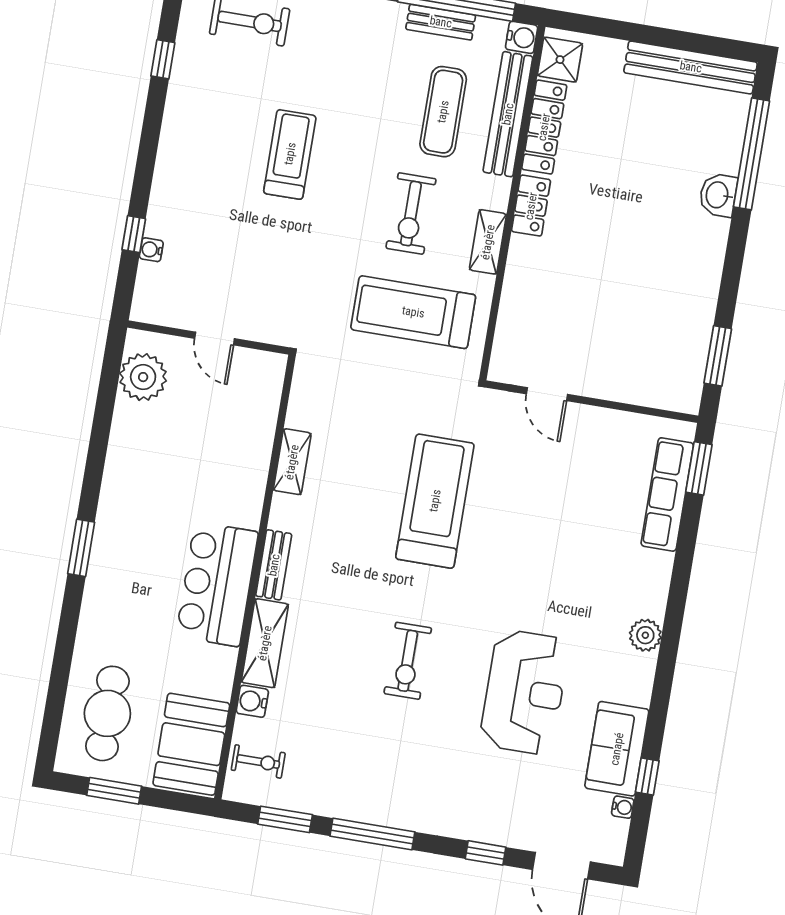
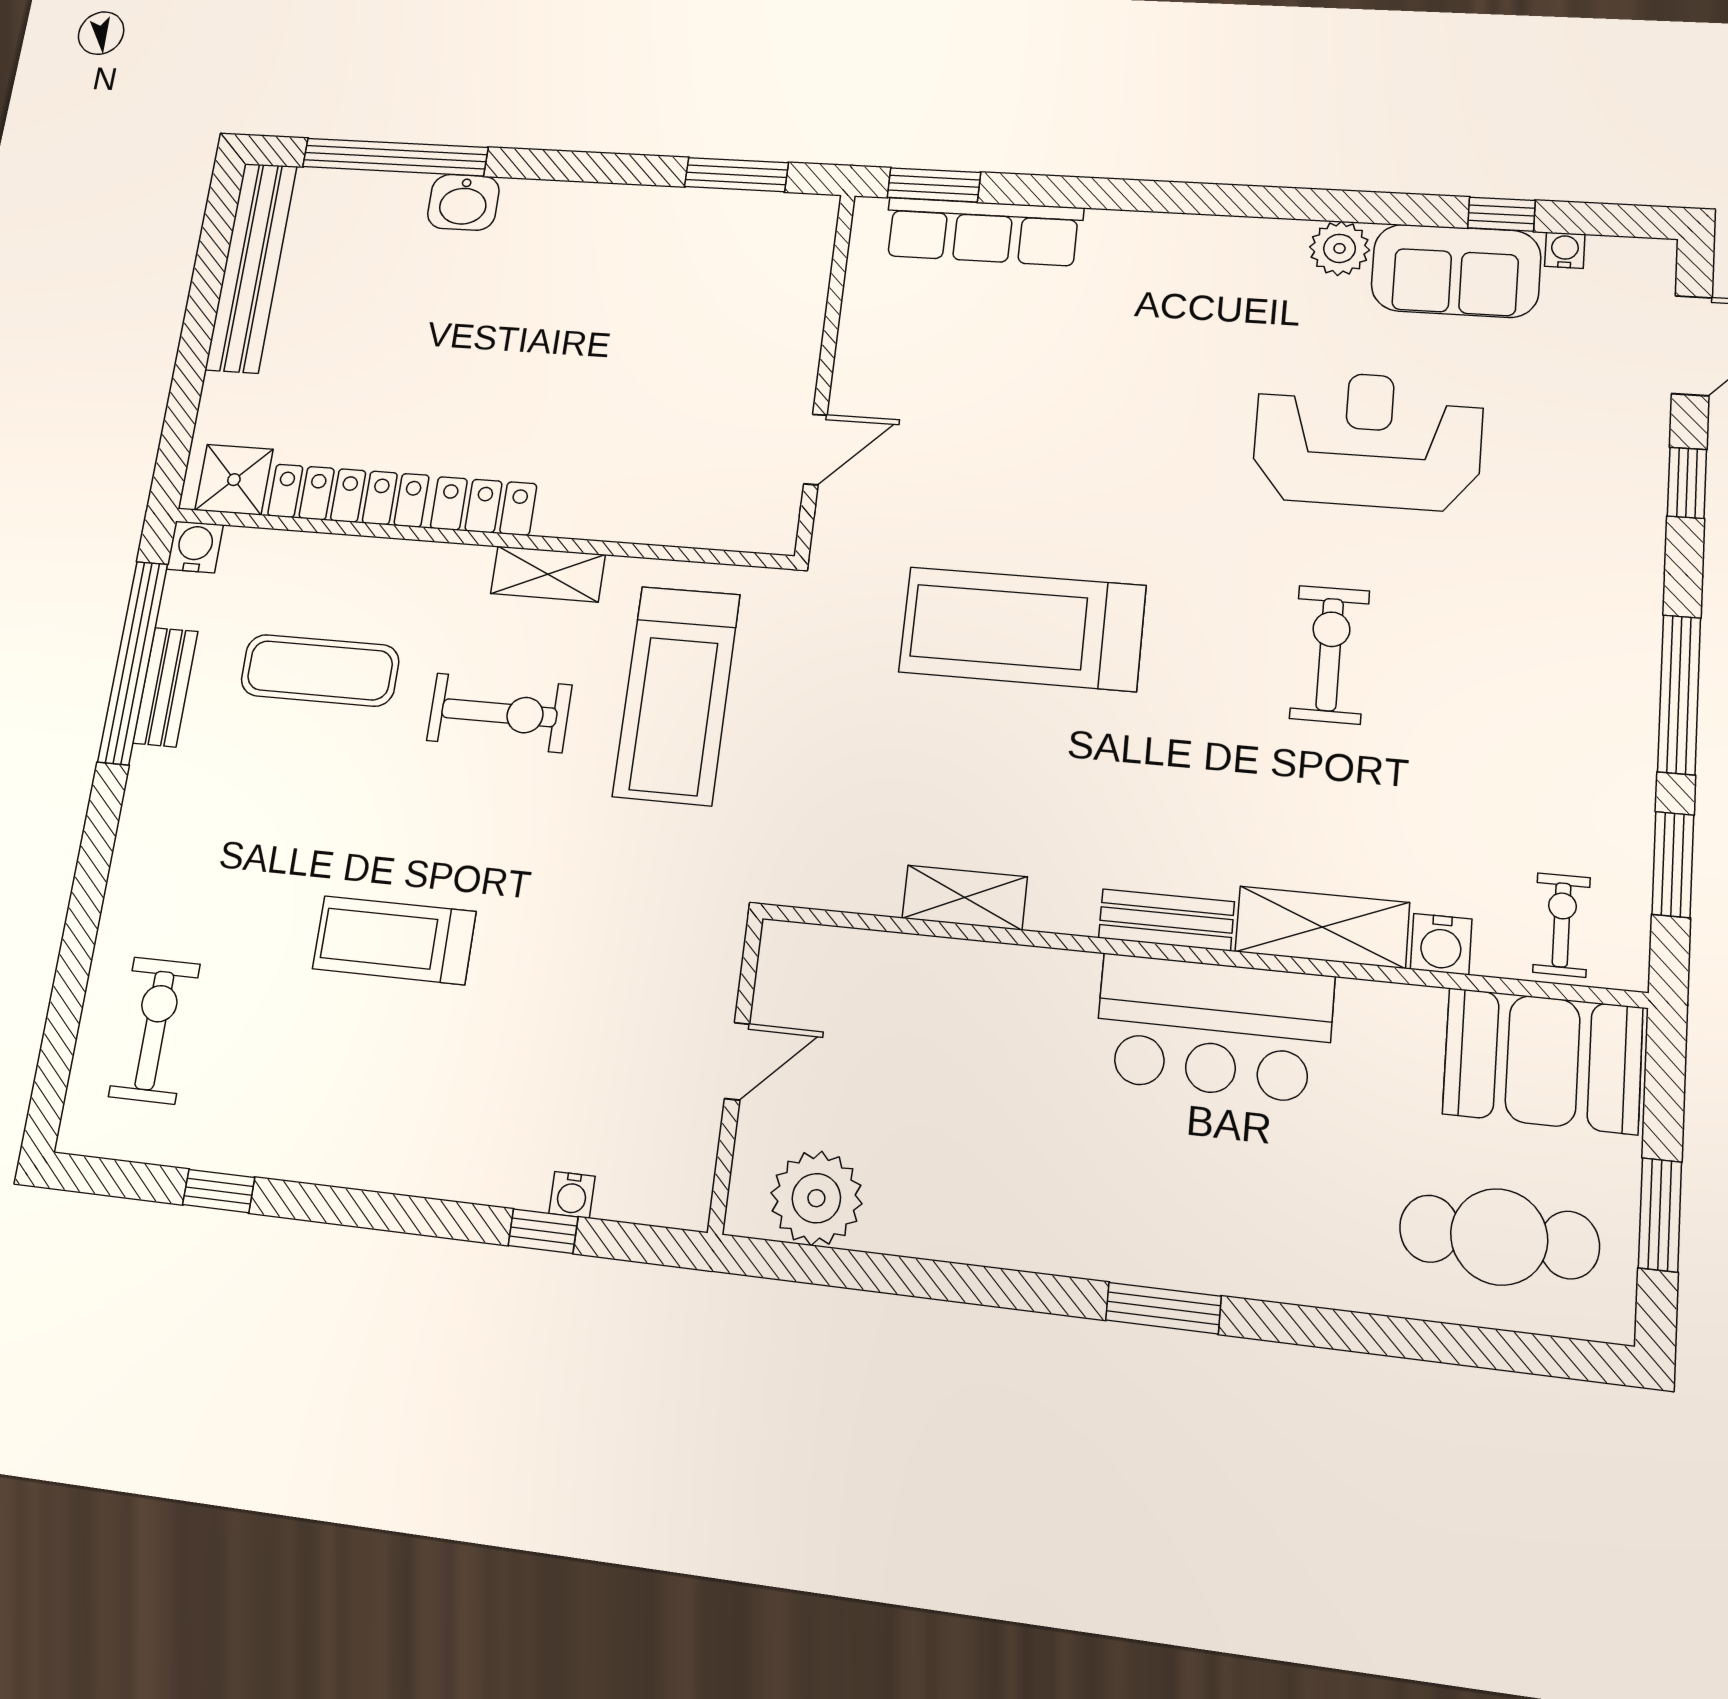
bench: (508, 114) -> (325, 559), removed
plant: (645, 635) -> (1340, 248), moved
exercise bike: (408, 661) -> (1330, 654), turned -90

